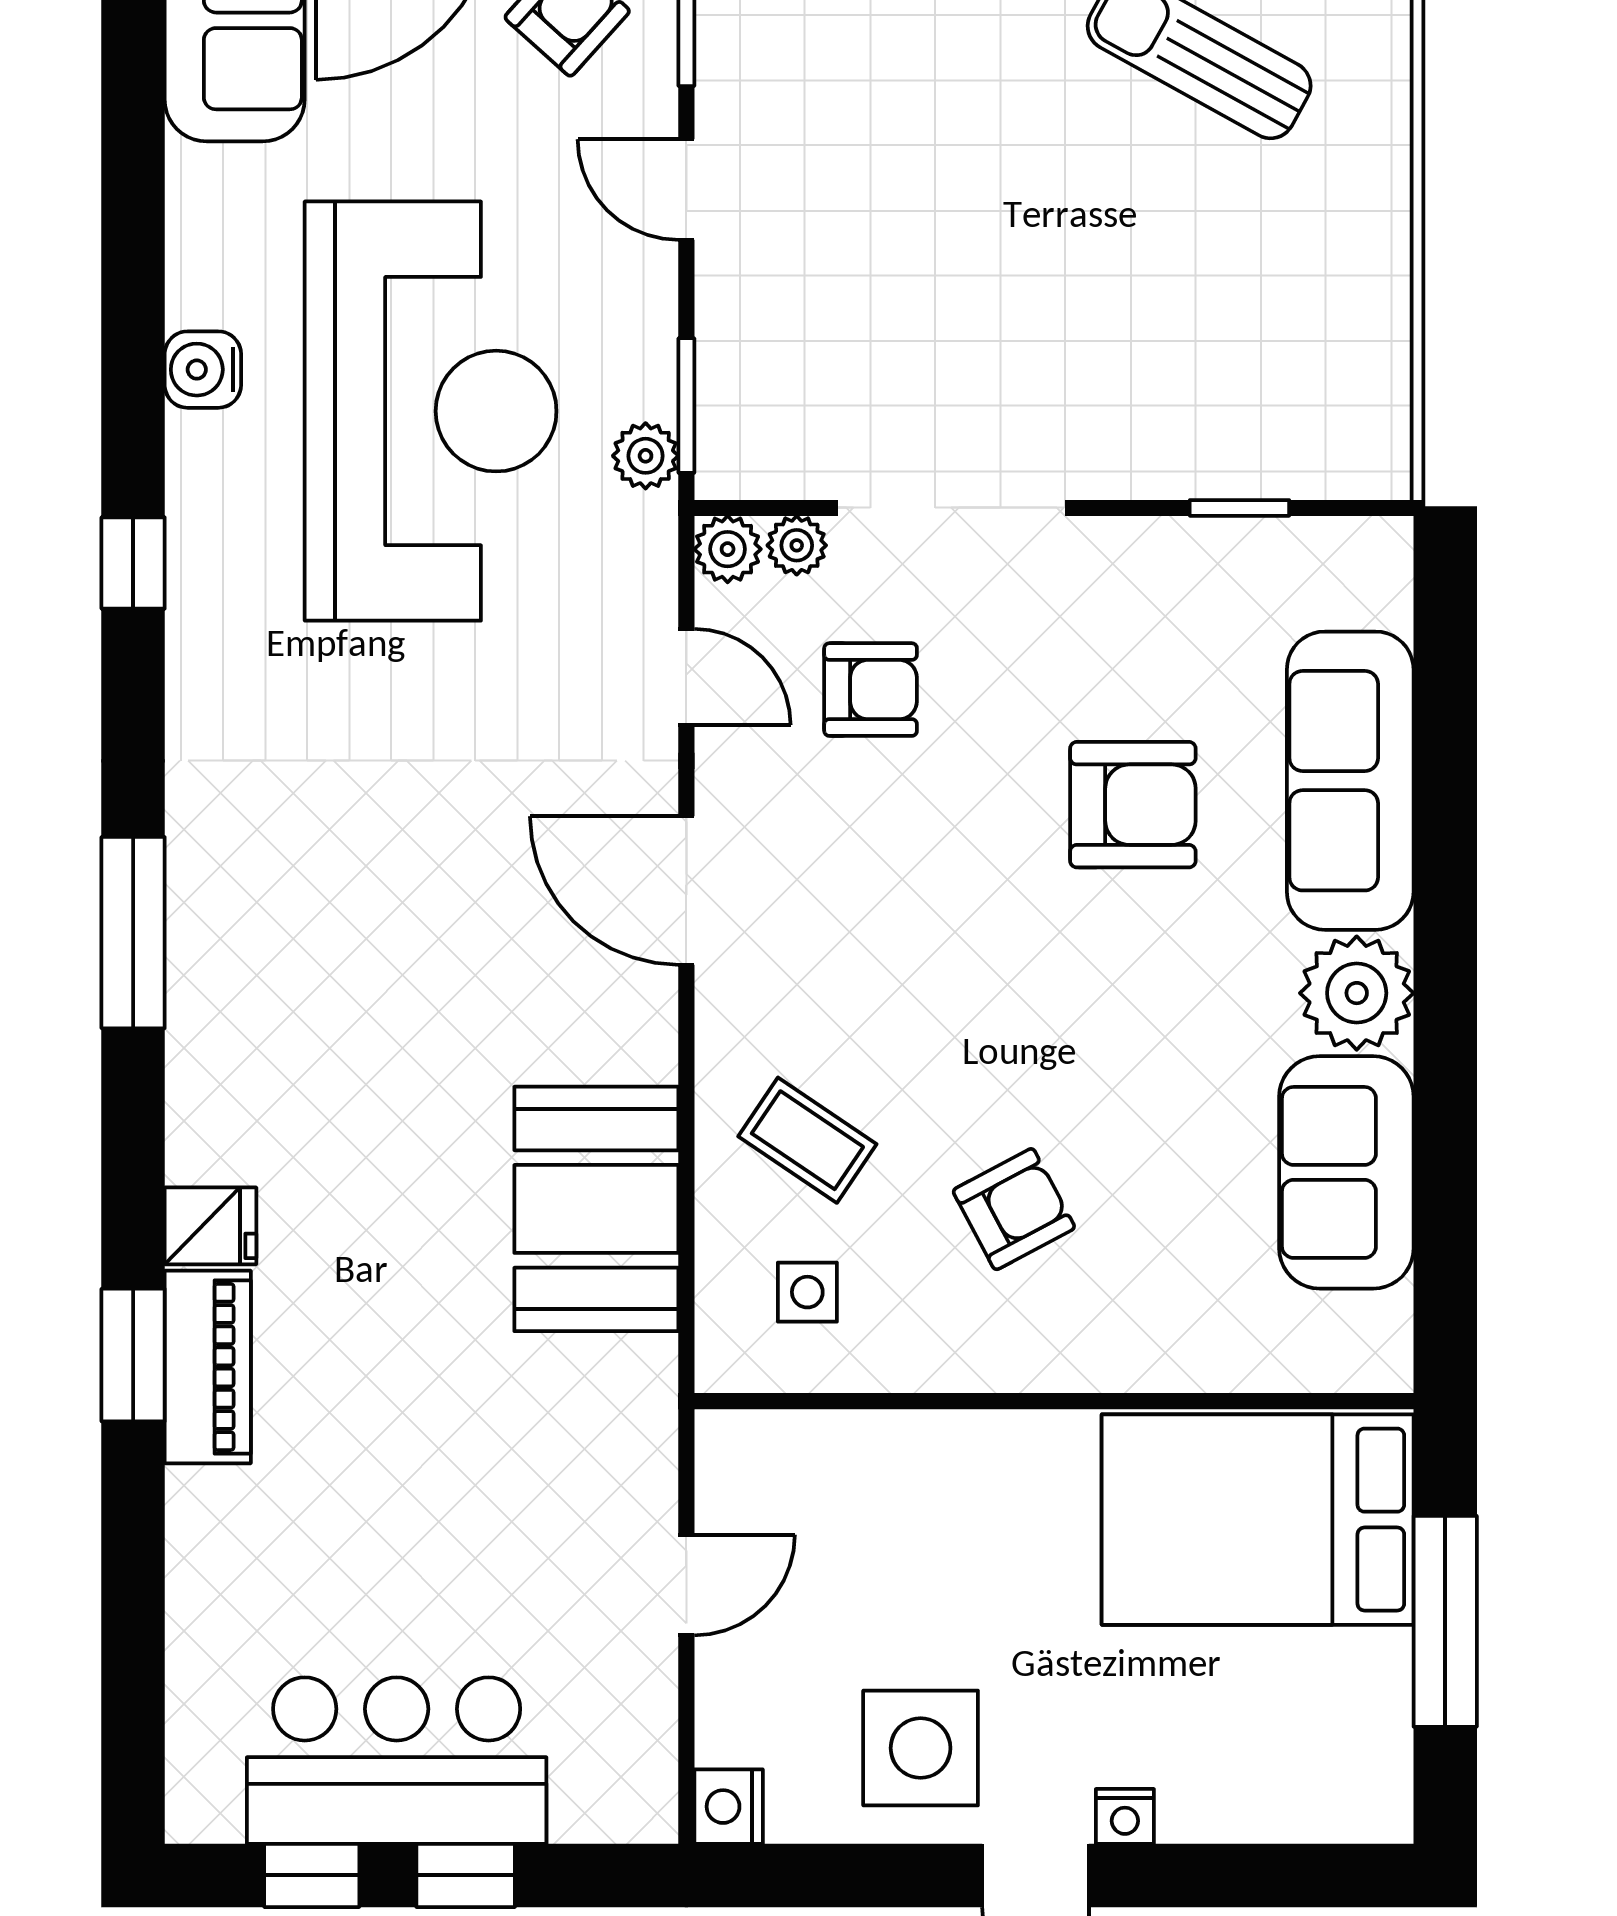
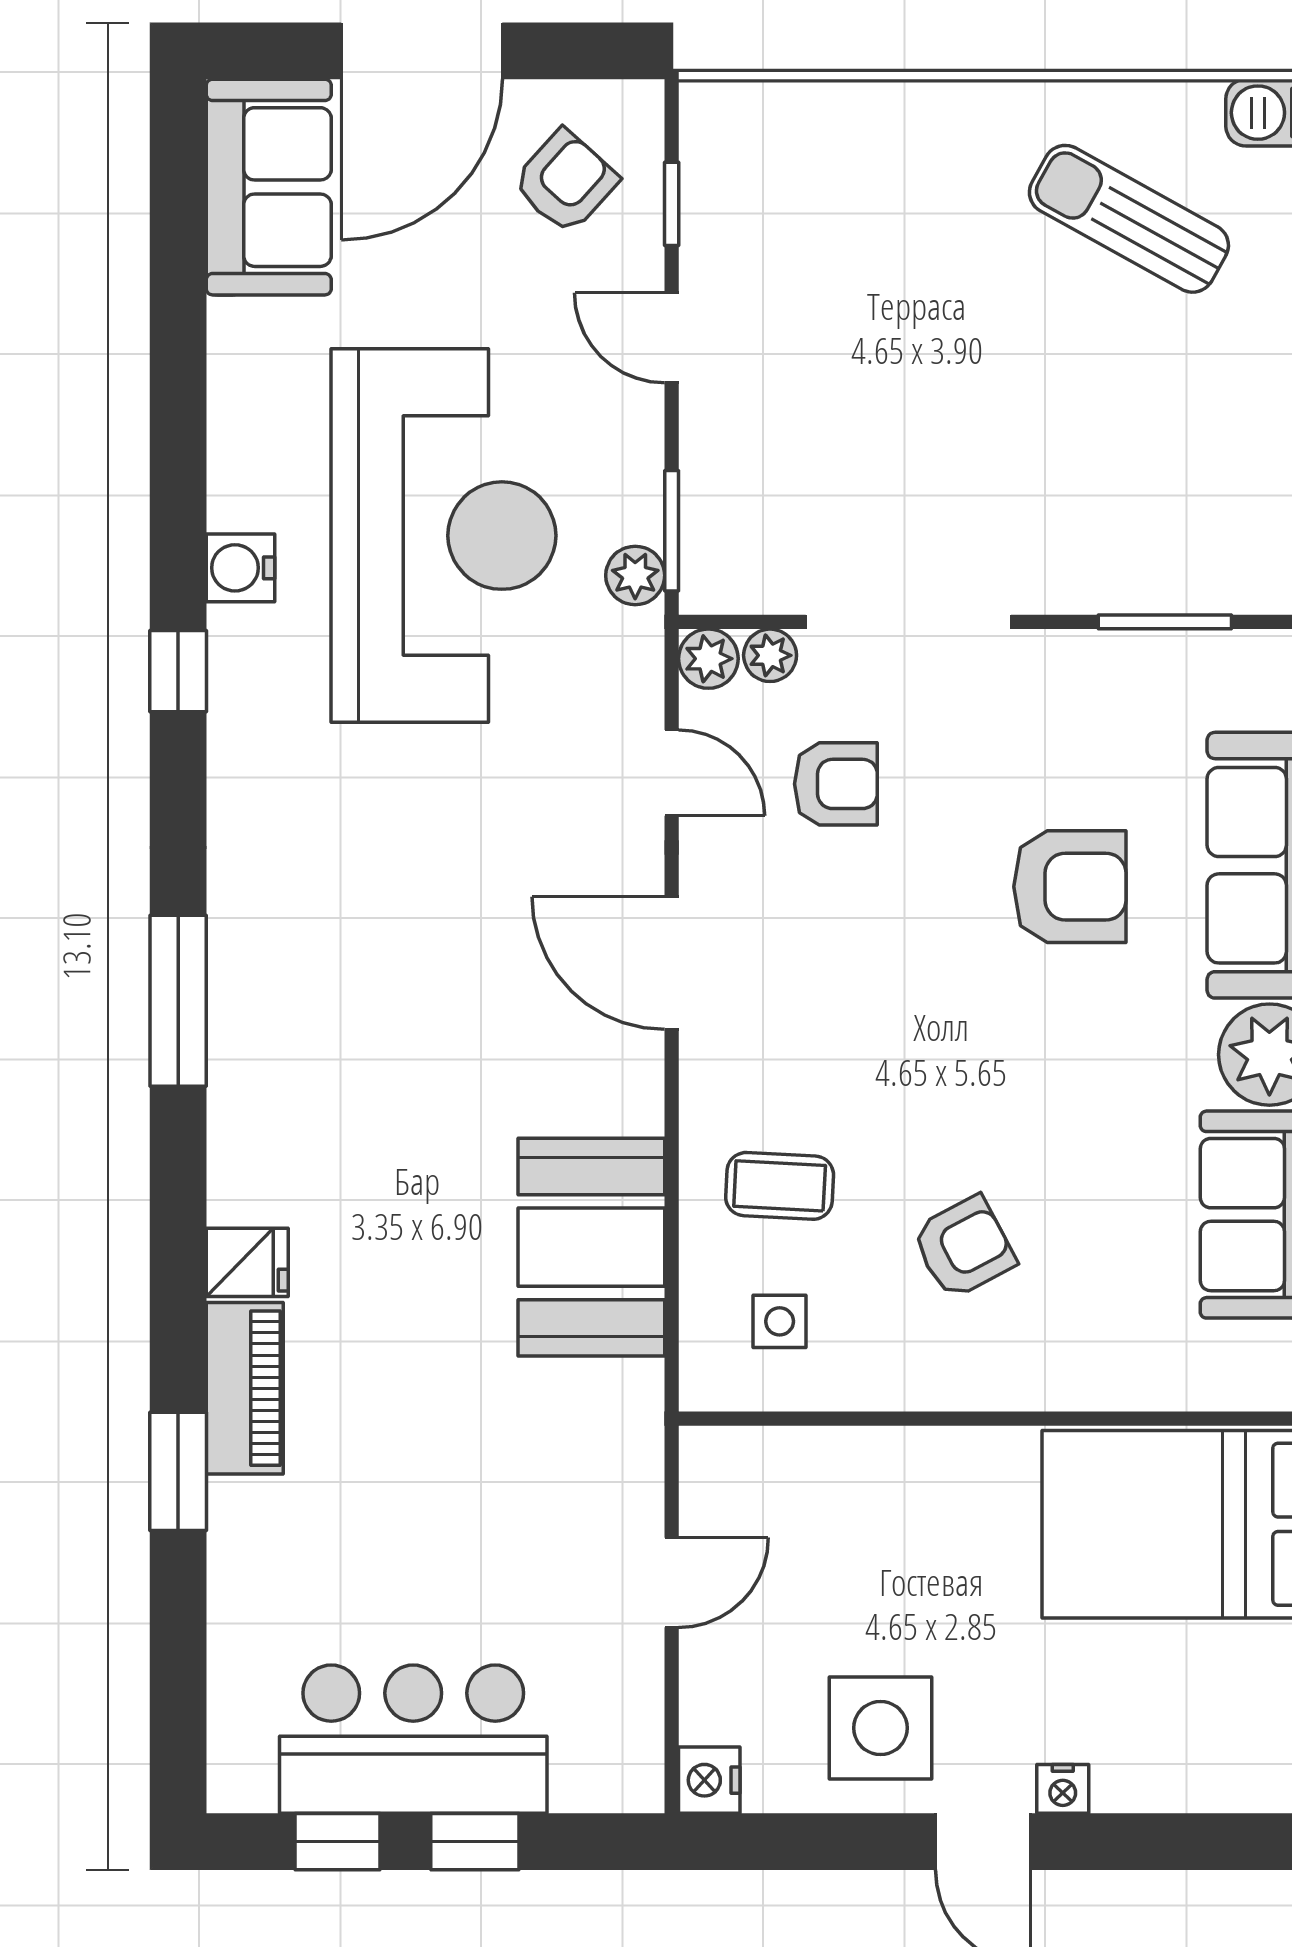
water cooler: (203, 370) -> (240, 568), moved
window: (1239, 508) -> (1165, 622), width x1.50
coffee table: (807, 1140) -> (780, 1186), turned -31
window: (133, 1355) -> (178, 1471), moved

